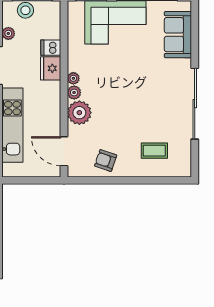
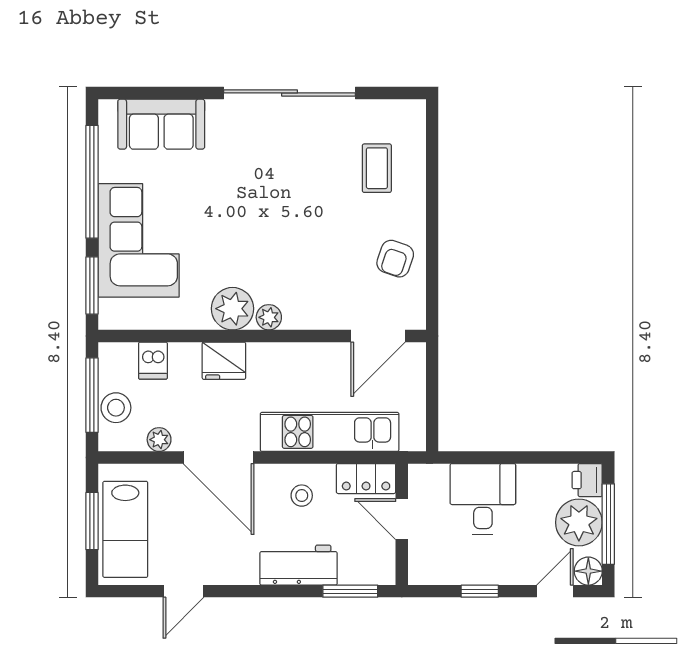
dishwasher: (51, 48) -> (153, 361), moved
plant: (73, 78) -> (233, 309), width x1.87, depth x1.87
plant: (79, 113) -> (306, 307), removed

